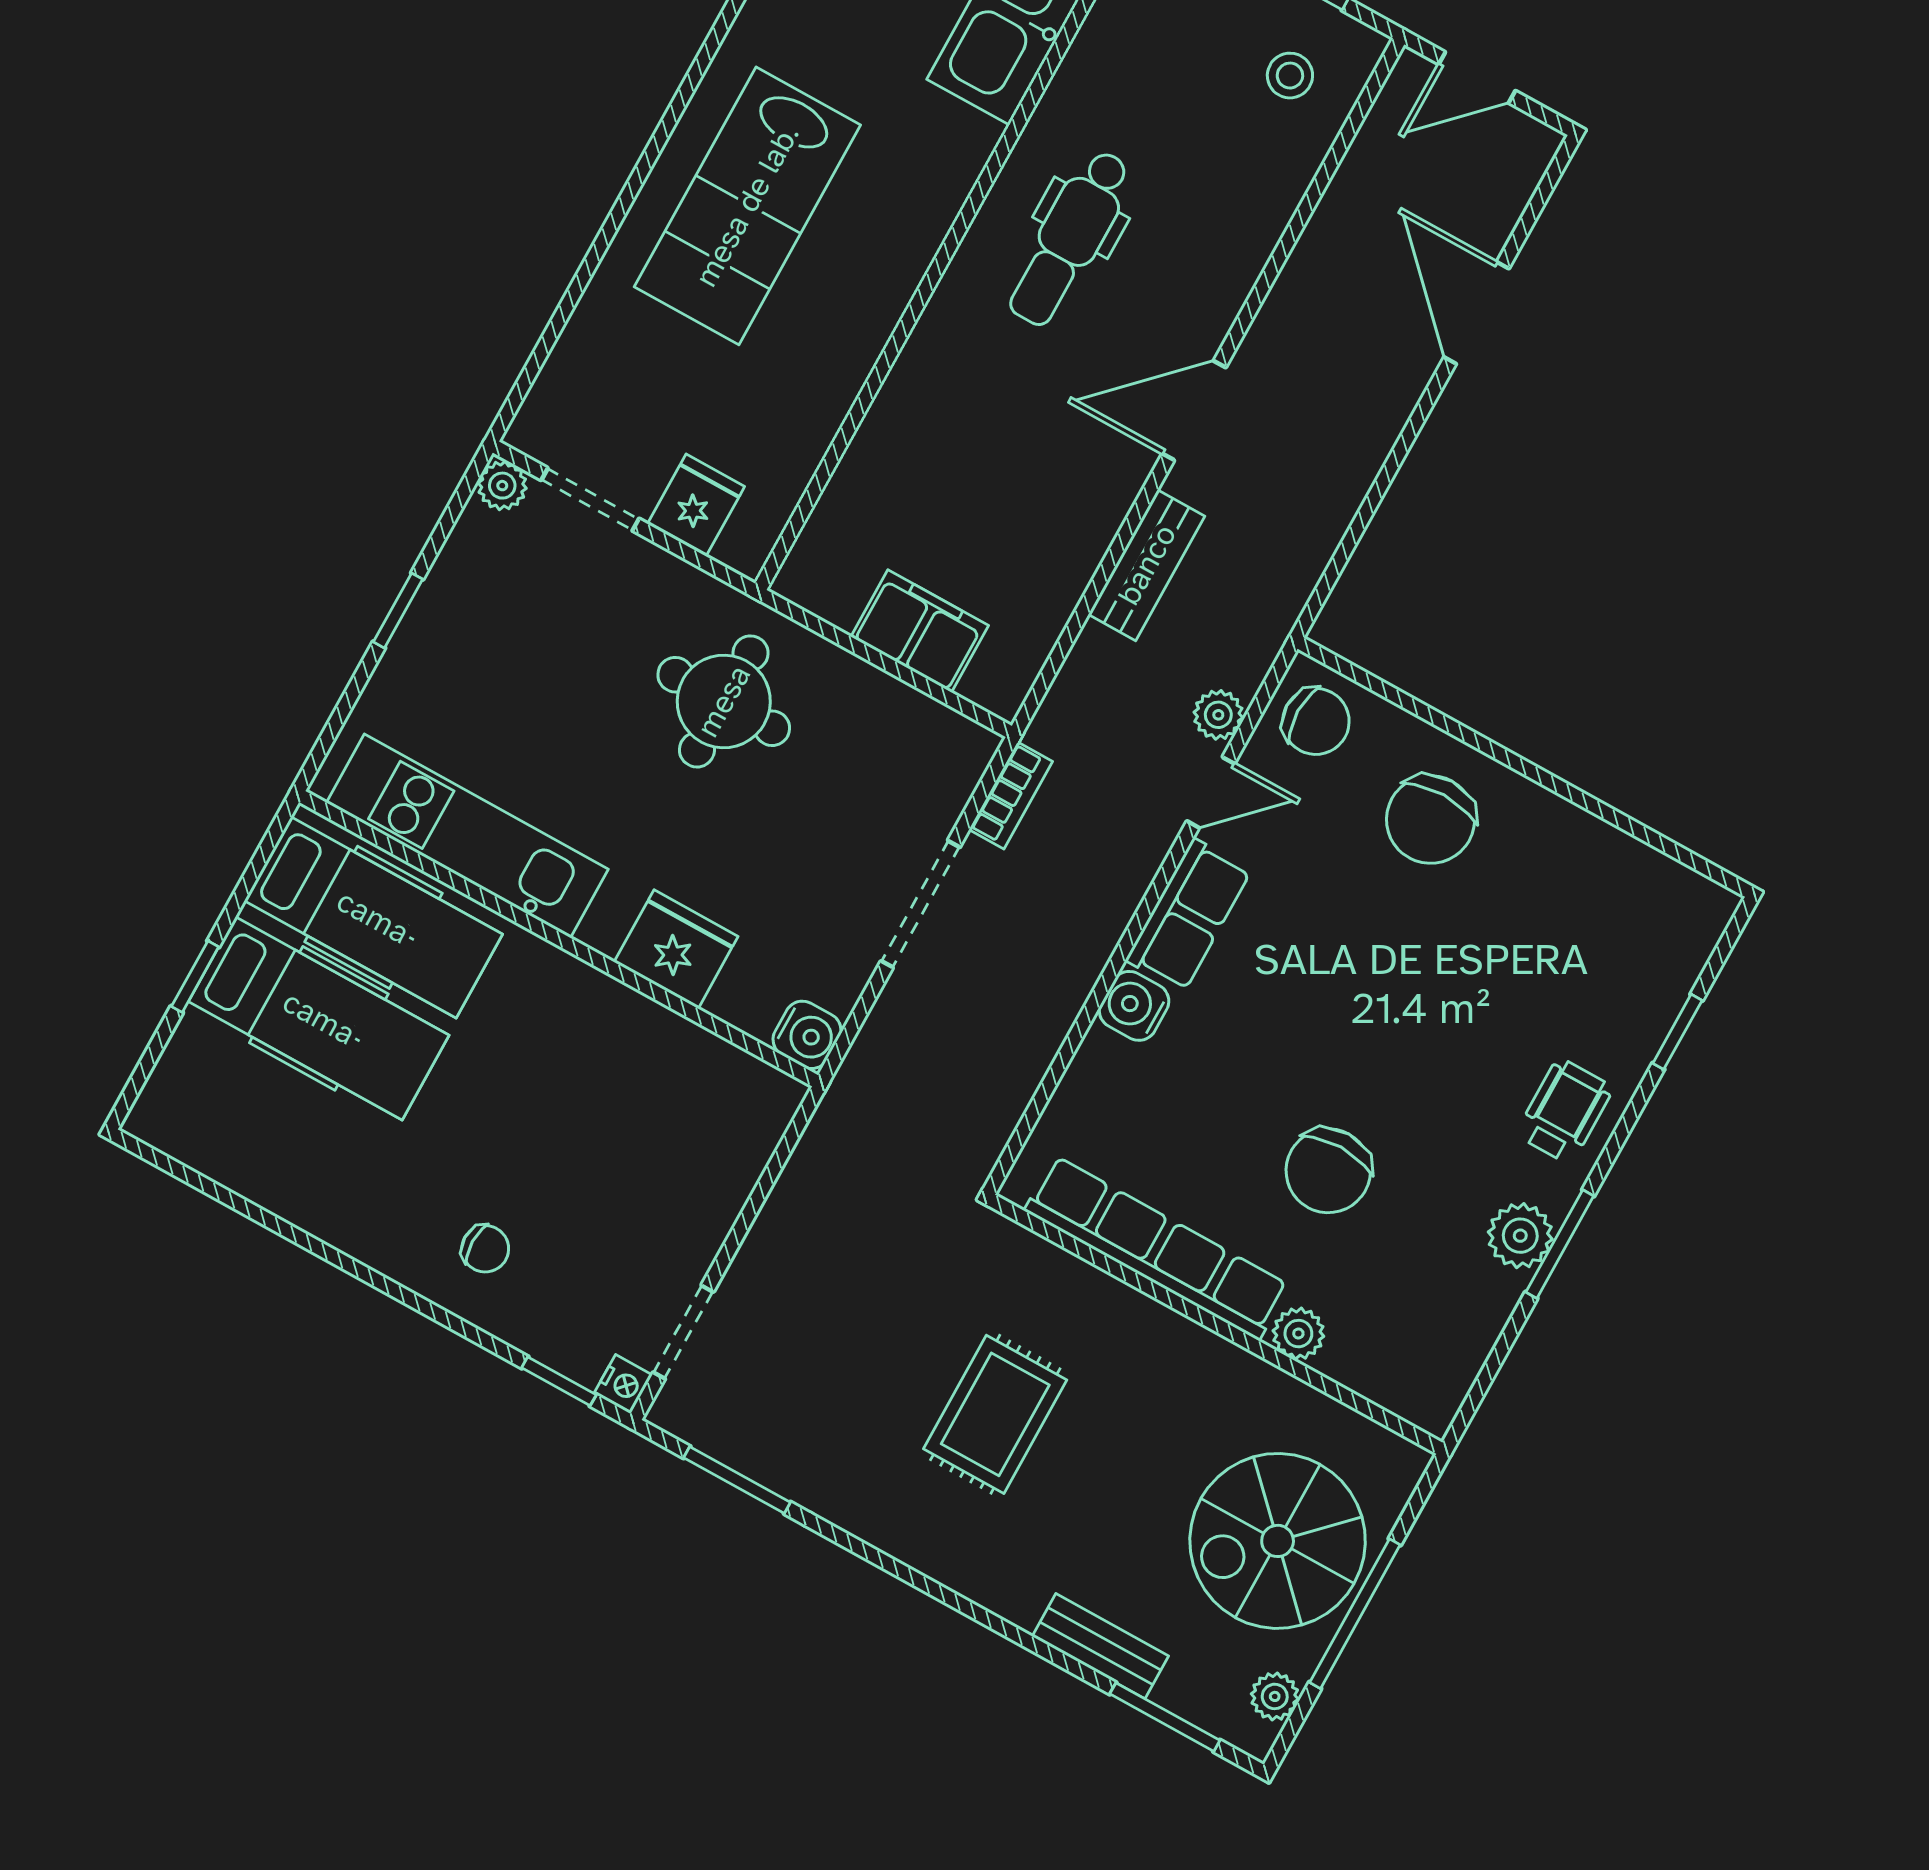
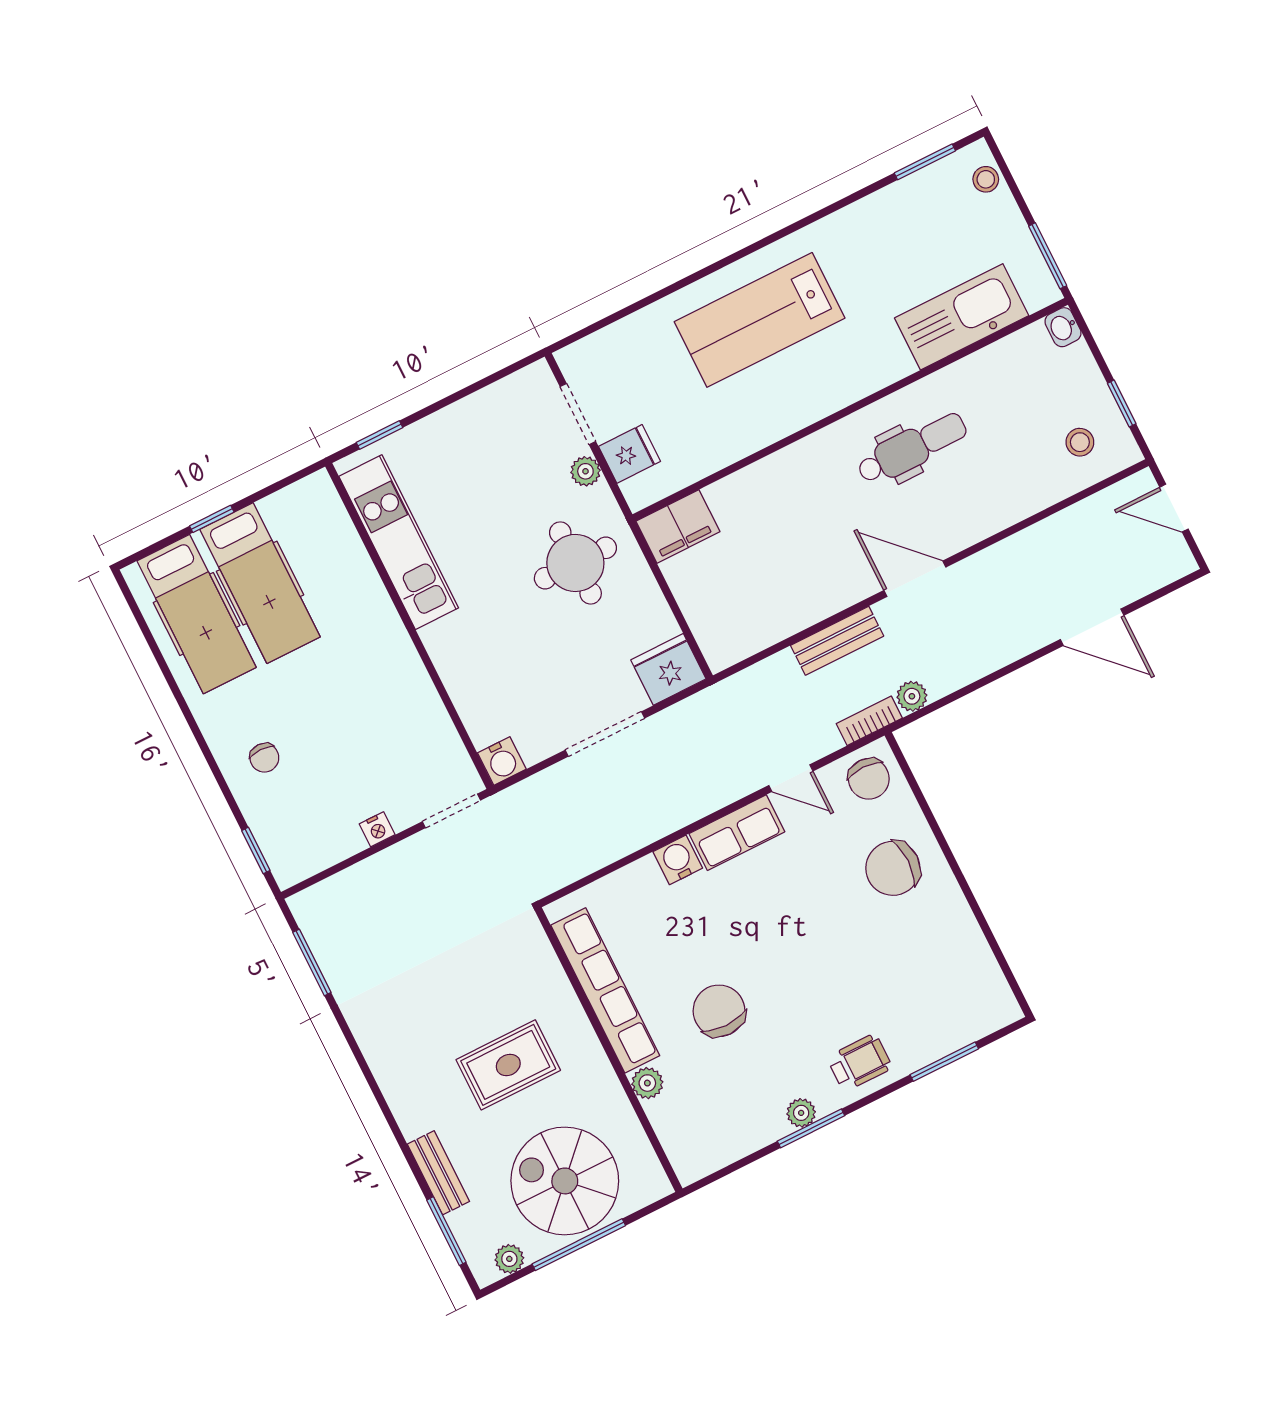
dental chair: (1070, 238) -> (912, 448), turned 180
door: (1477, 313) -> (1092, 627), swing flipped
plant: (502, 486) -> (585, 471), moved
window: (398, 611) -> (380, 435), moved
filing cabinet: (920, 631) -> (678, 526), moved, turned 90
plant: (1218, 715) -> (912, 696), moved
bookcase: (1011, 795) -> (869, 721), moved, turned 180
hospital bed: (373, 917) -> (197, 614), moved
fridge: (676, 949) -> (668, 669), moved, turned -90
window: (1677, 1032) -> (944, 1062), width x1.50
chair: (1328, 1171) -> (719, 1011), turned 90
plant: (1520, 1236) -> (801, 1113), width x0.73, depth x0.73
doorway: (683, 1332) -> (451, 811), moved
nightstand: (623, 1384) -> (377, 829), moved
rug: (995, 1414) -> (508, 1065), moved

